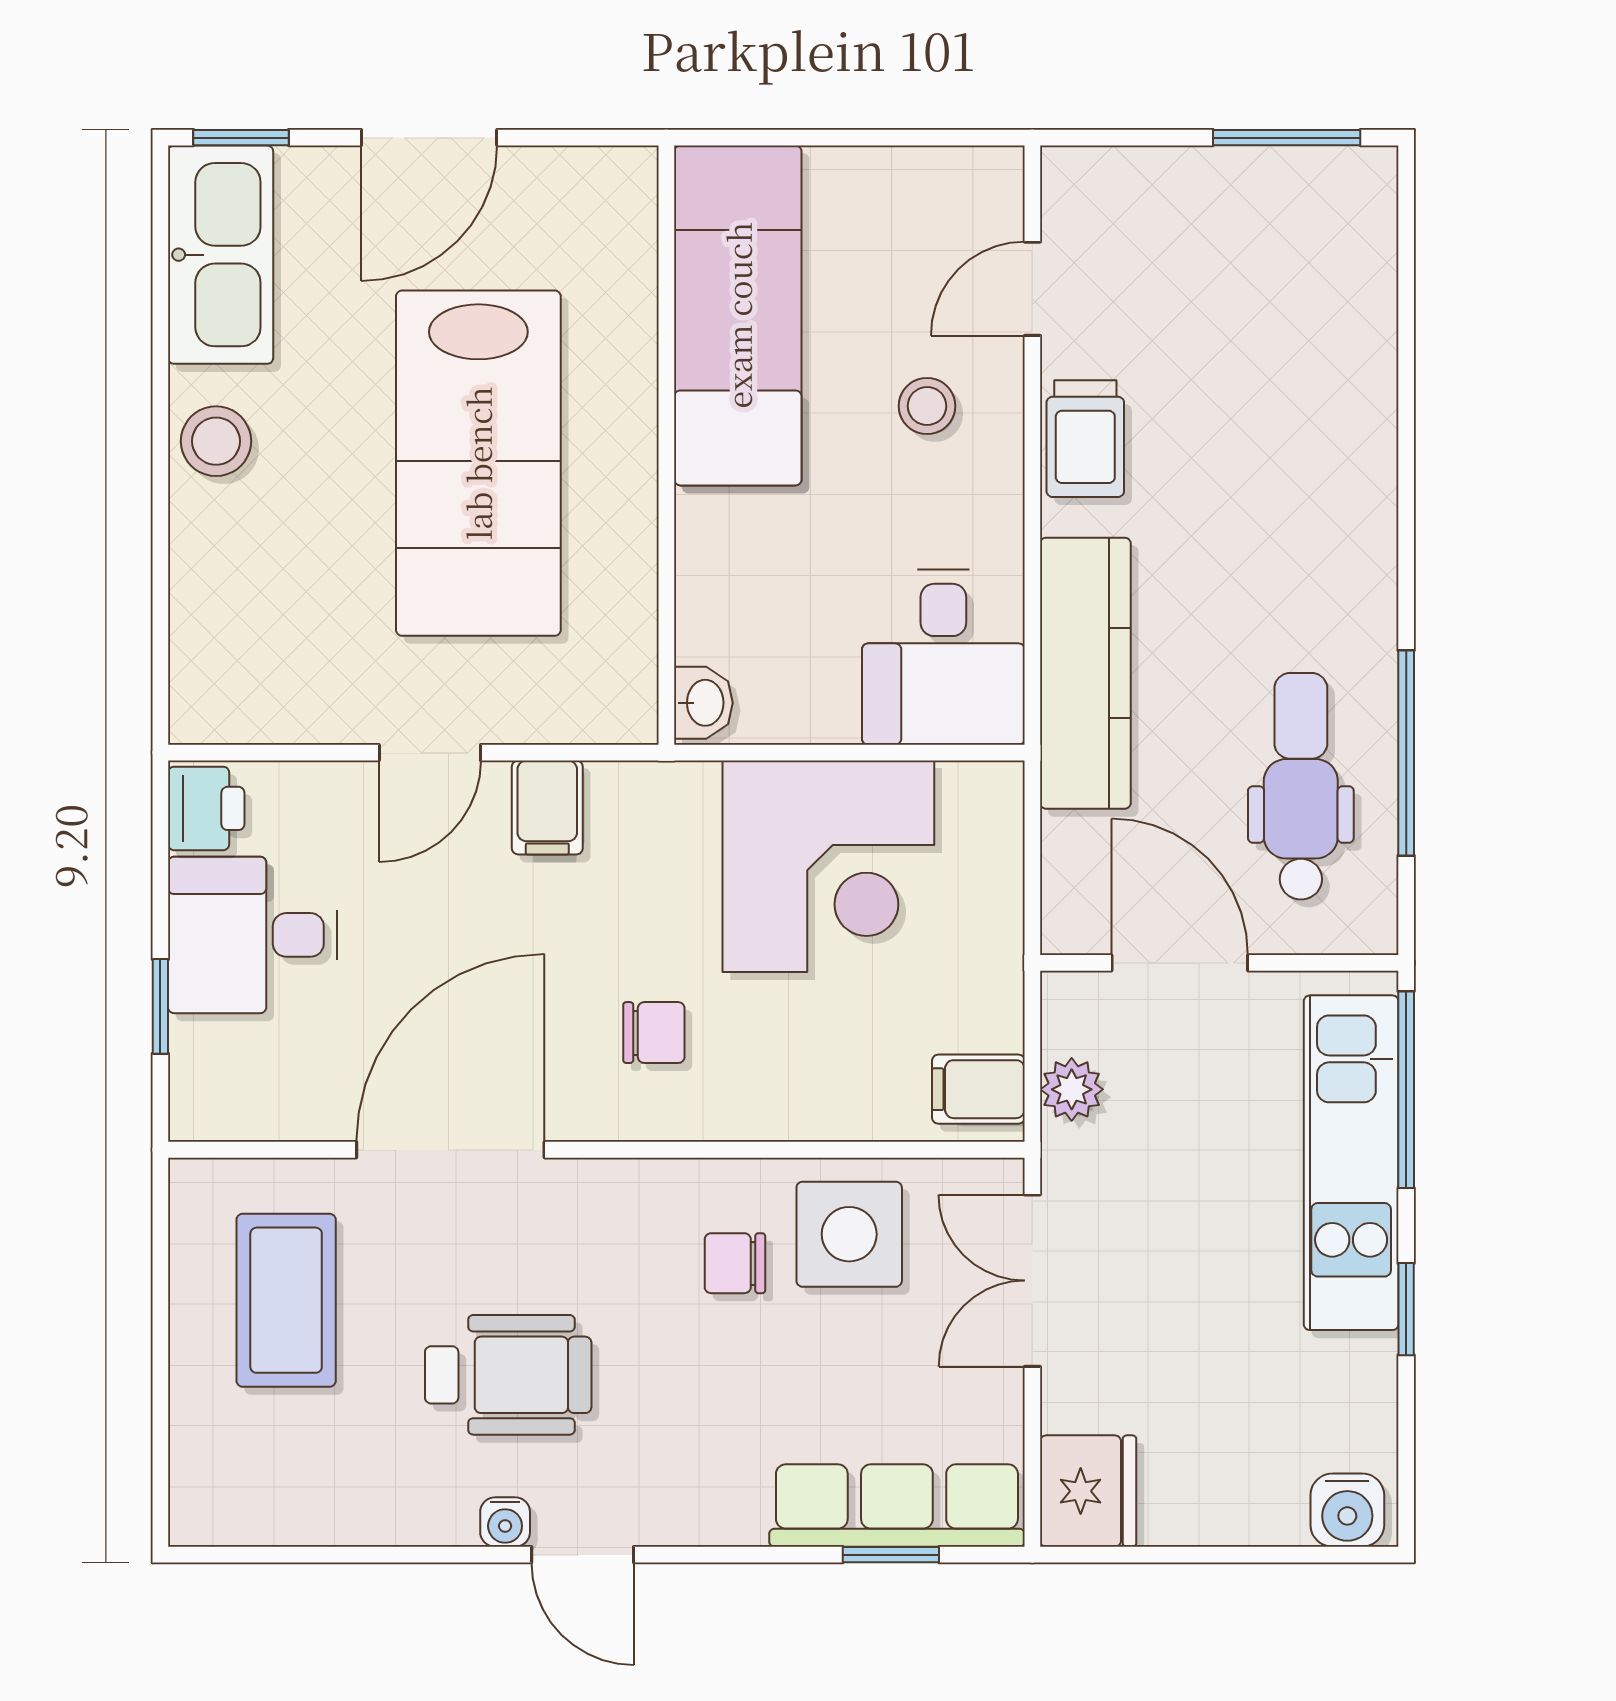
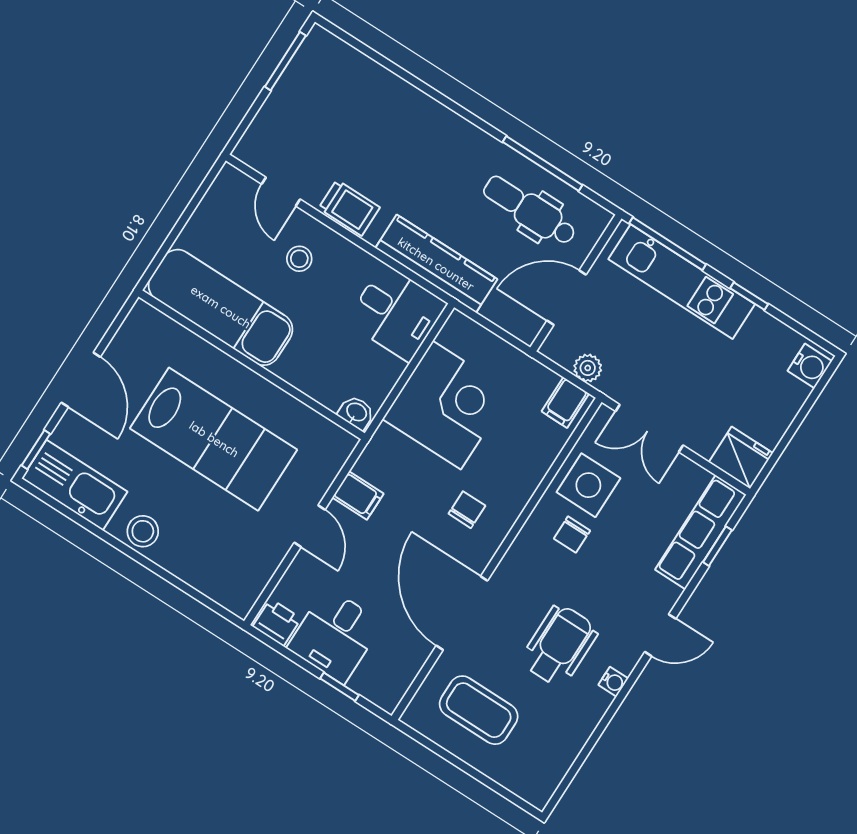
door: (583, 1555) -> (660, 635), moved

